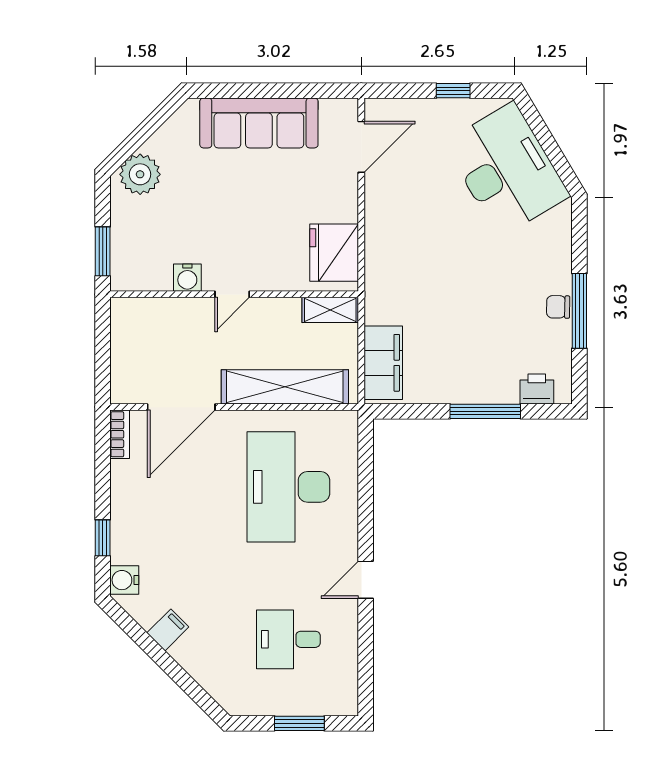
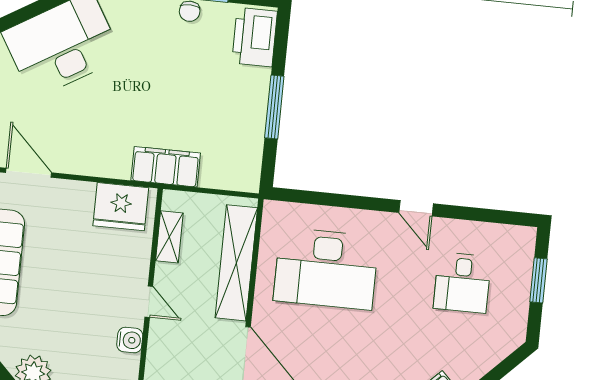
shelving: (330, 310) -> (169, 237), moved
filing cabinet: (383, 363) -> (166, 167), moved
printer: (537, 389) -> (255, 37), width x1.87, depth x1.48
window: (485, 411) -> (274, 107), moved

